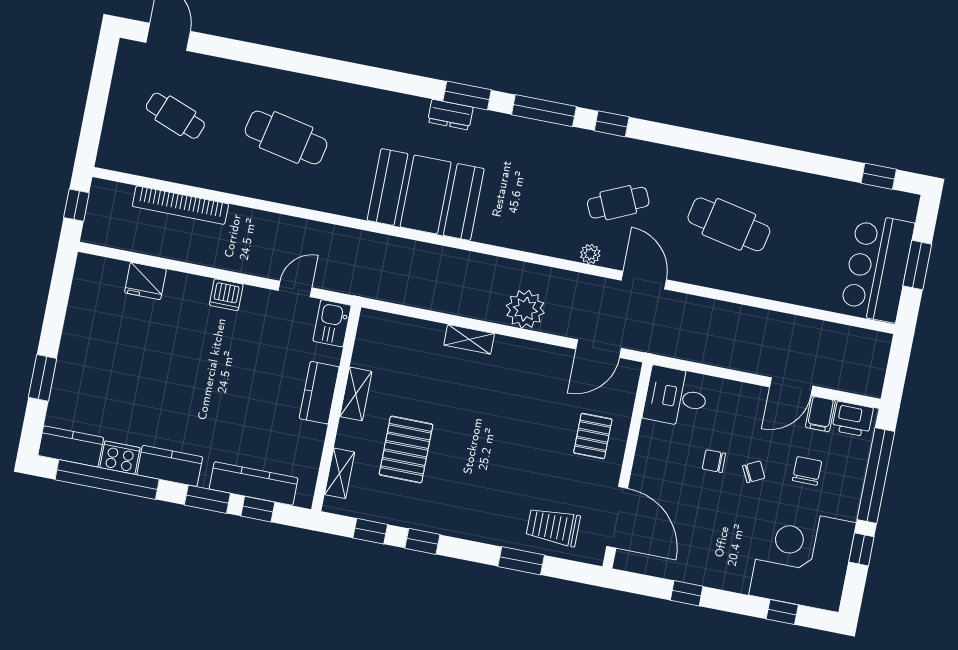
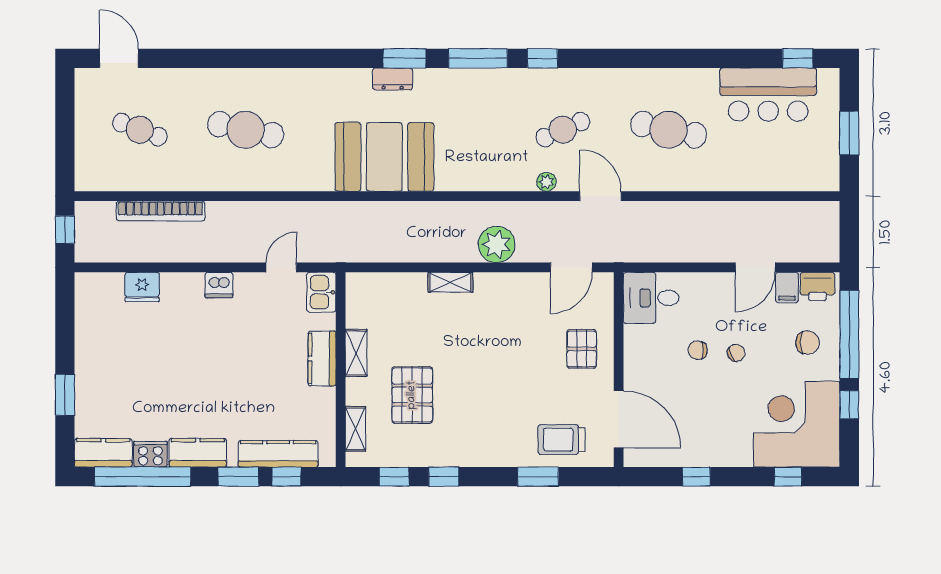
bar counter: (877, 268) -> (768, 95), moved, turned -90
chair: (807, 471) -> (808, 343), moved, turned 90

